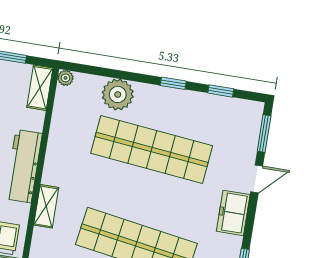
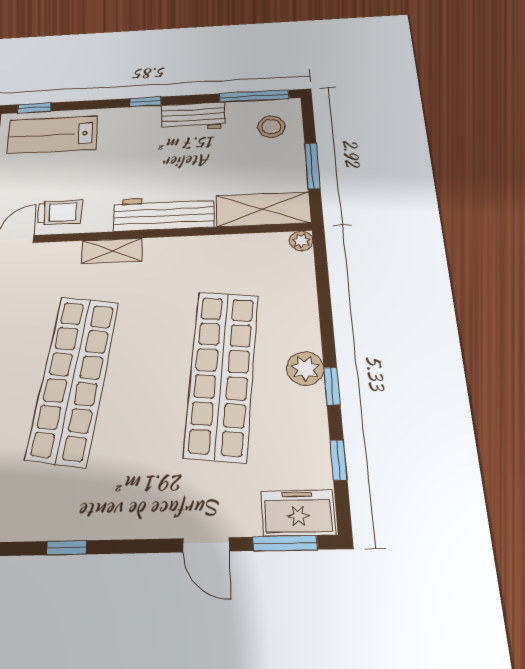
shelving: (40, 88) -> (263, 209), width x1.50, depth x1.33
plant: (118, 94) -> (305, 368), moved, width x0.73, depth x0.73
freezer: (233, 213) -> (298, 513), moved

